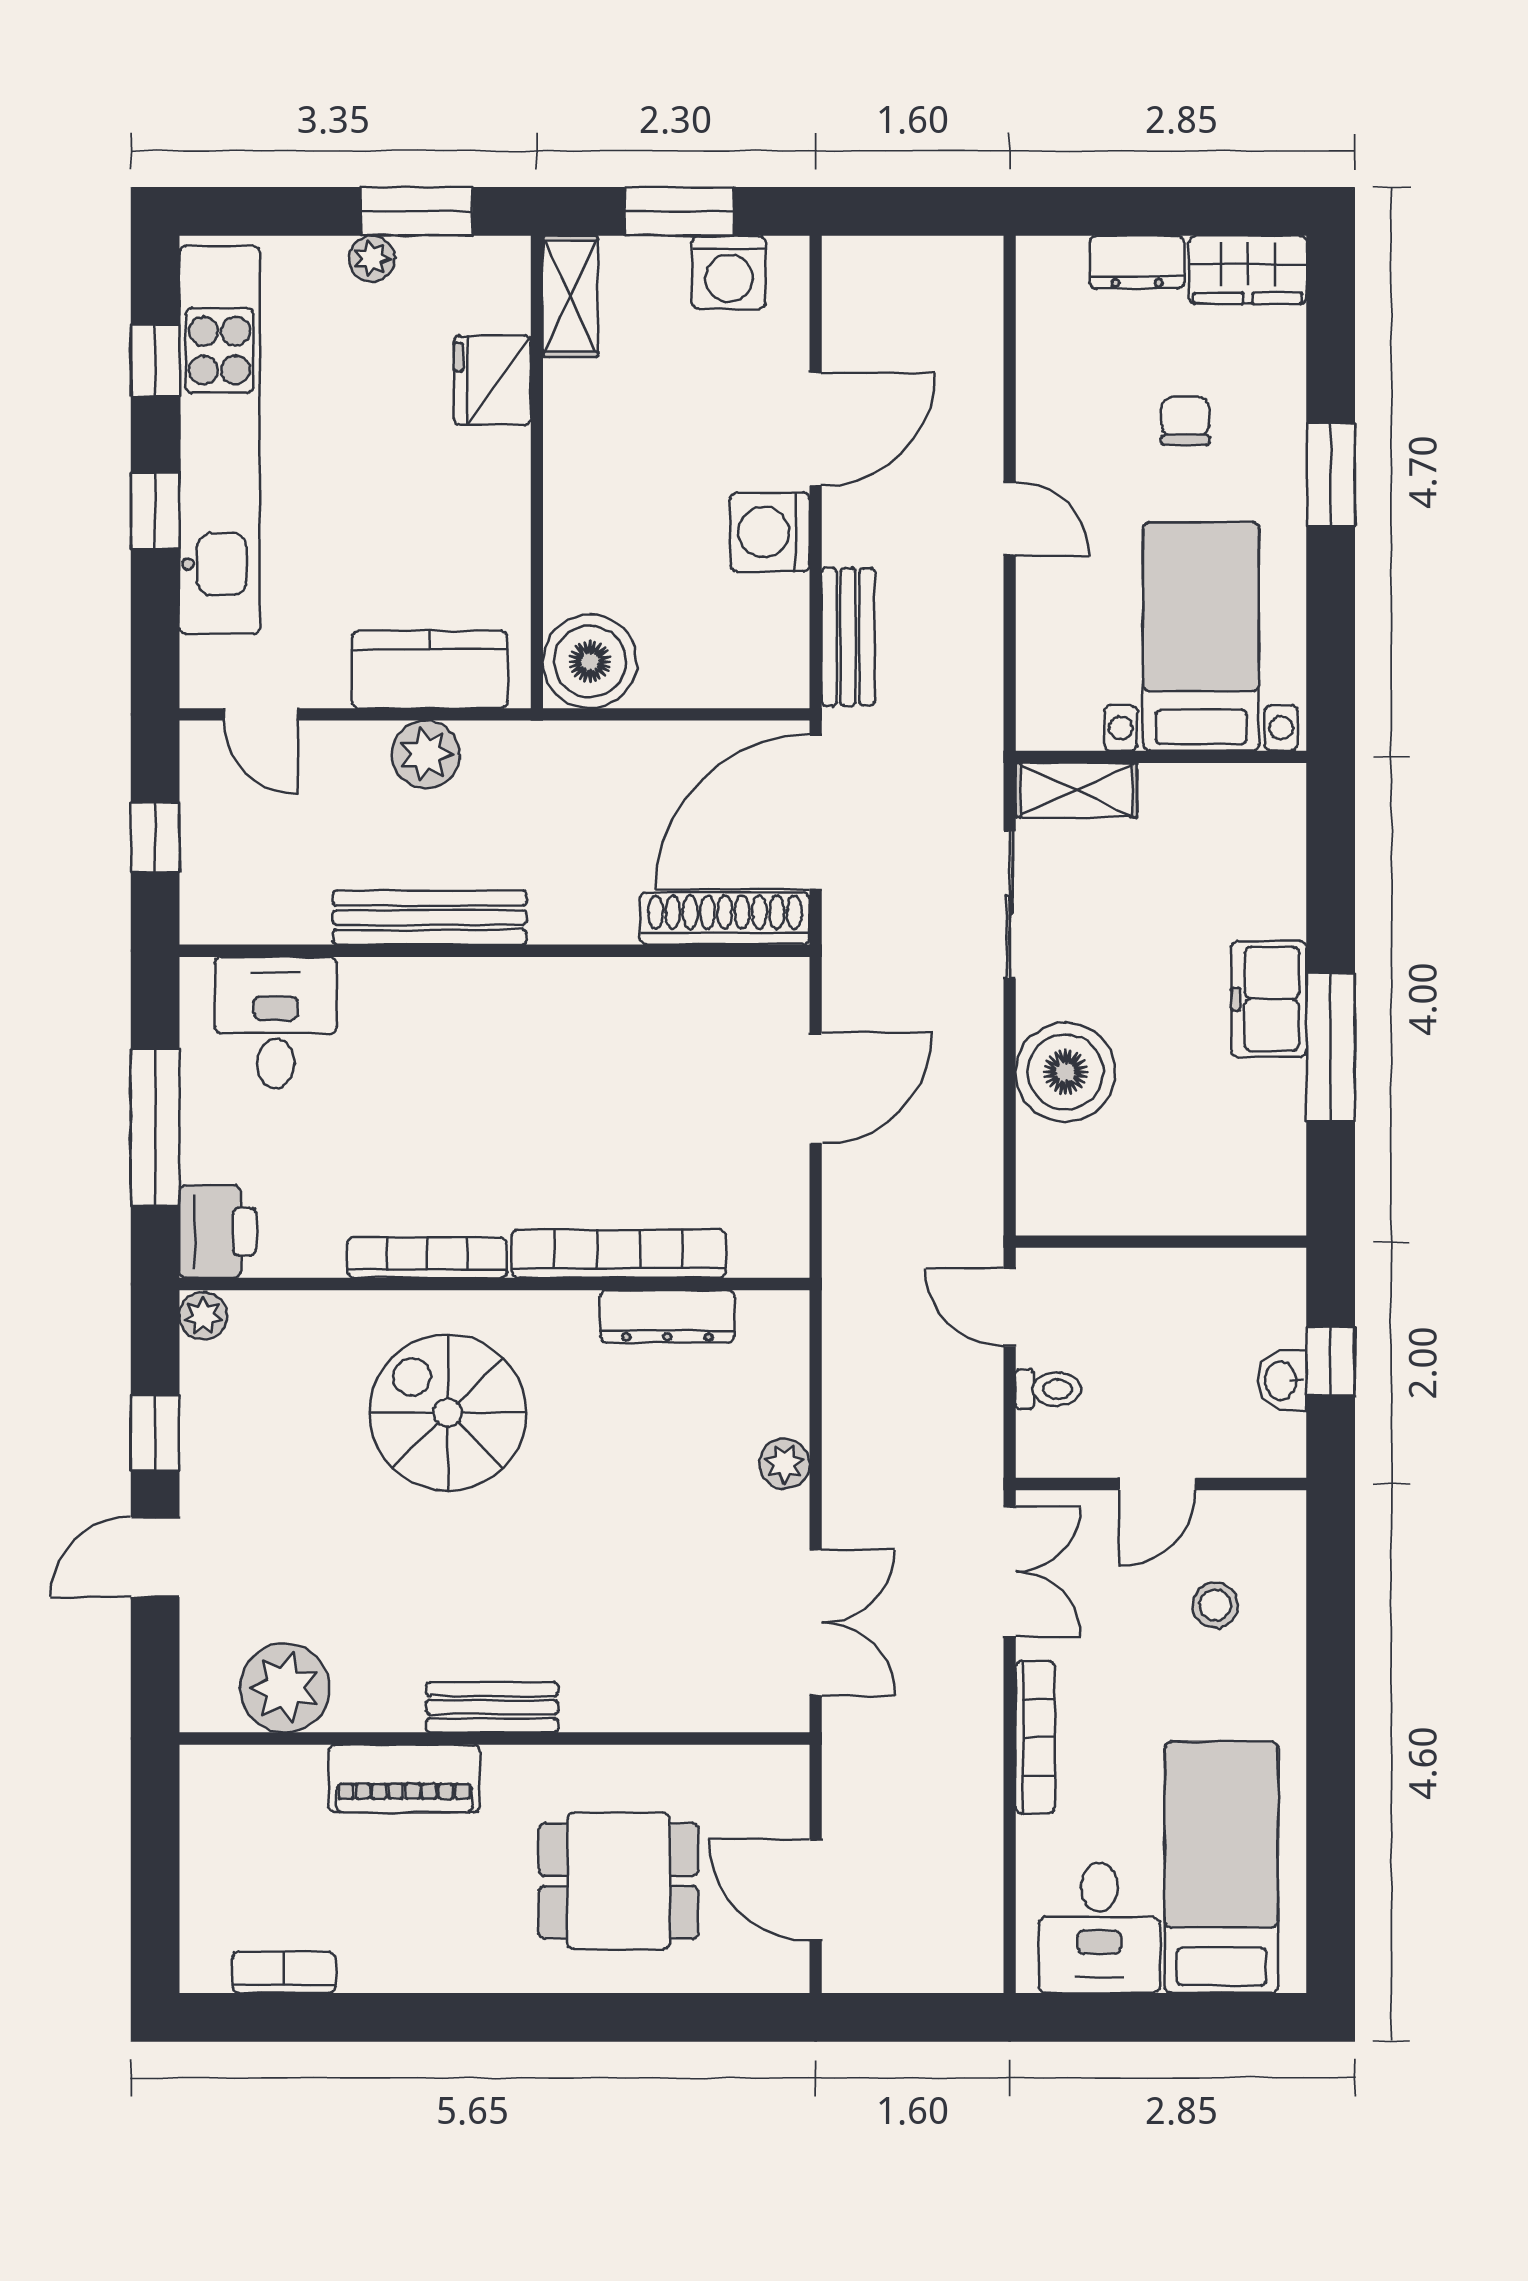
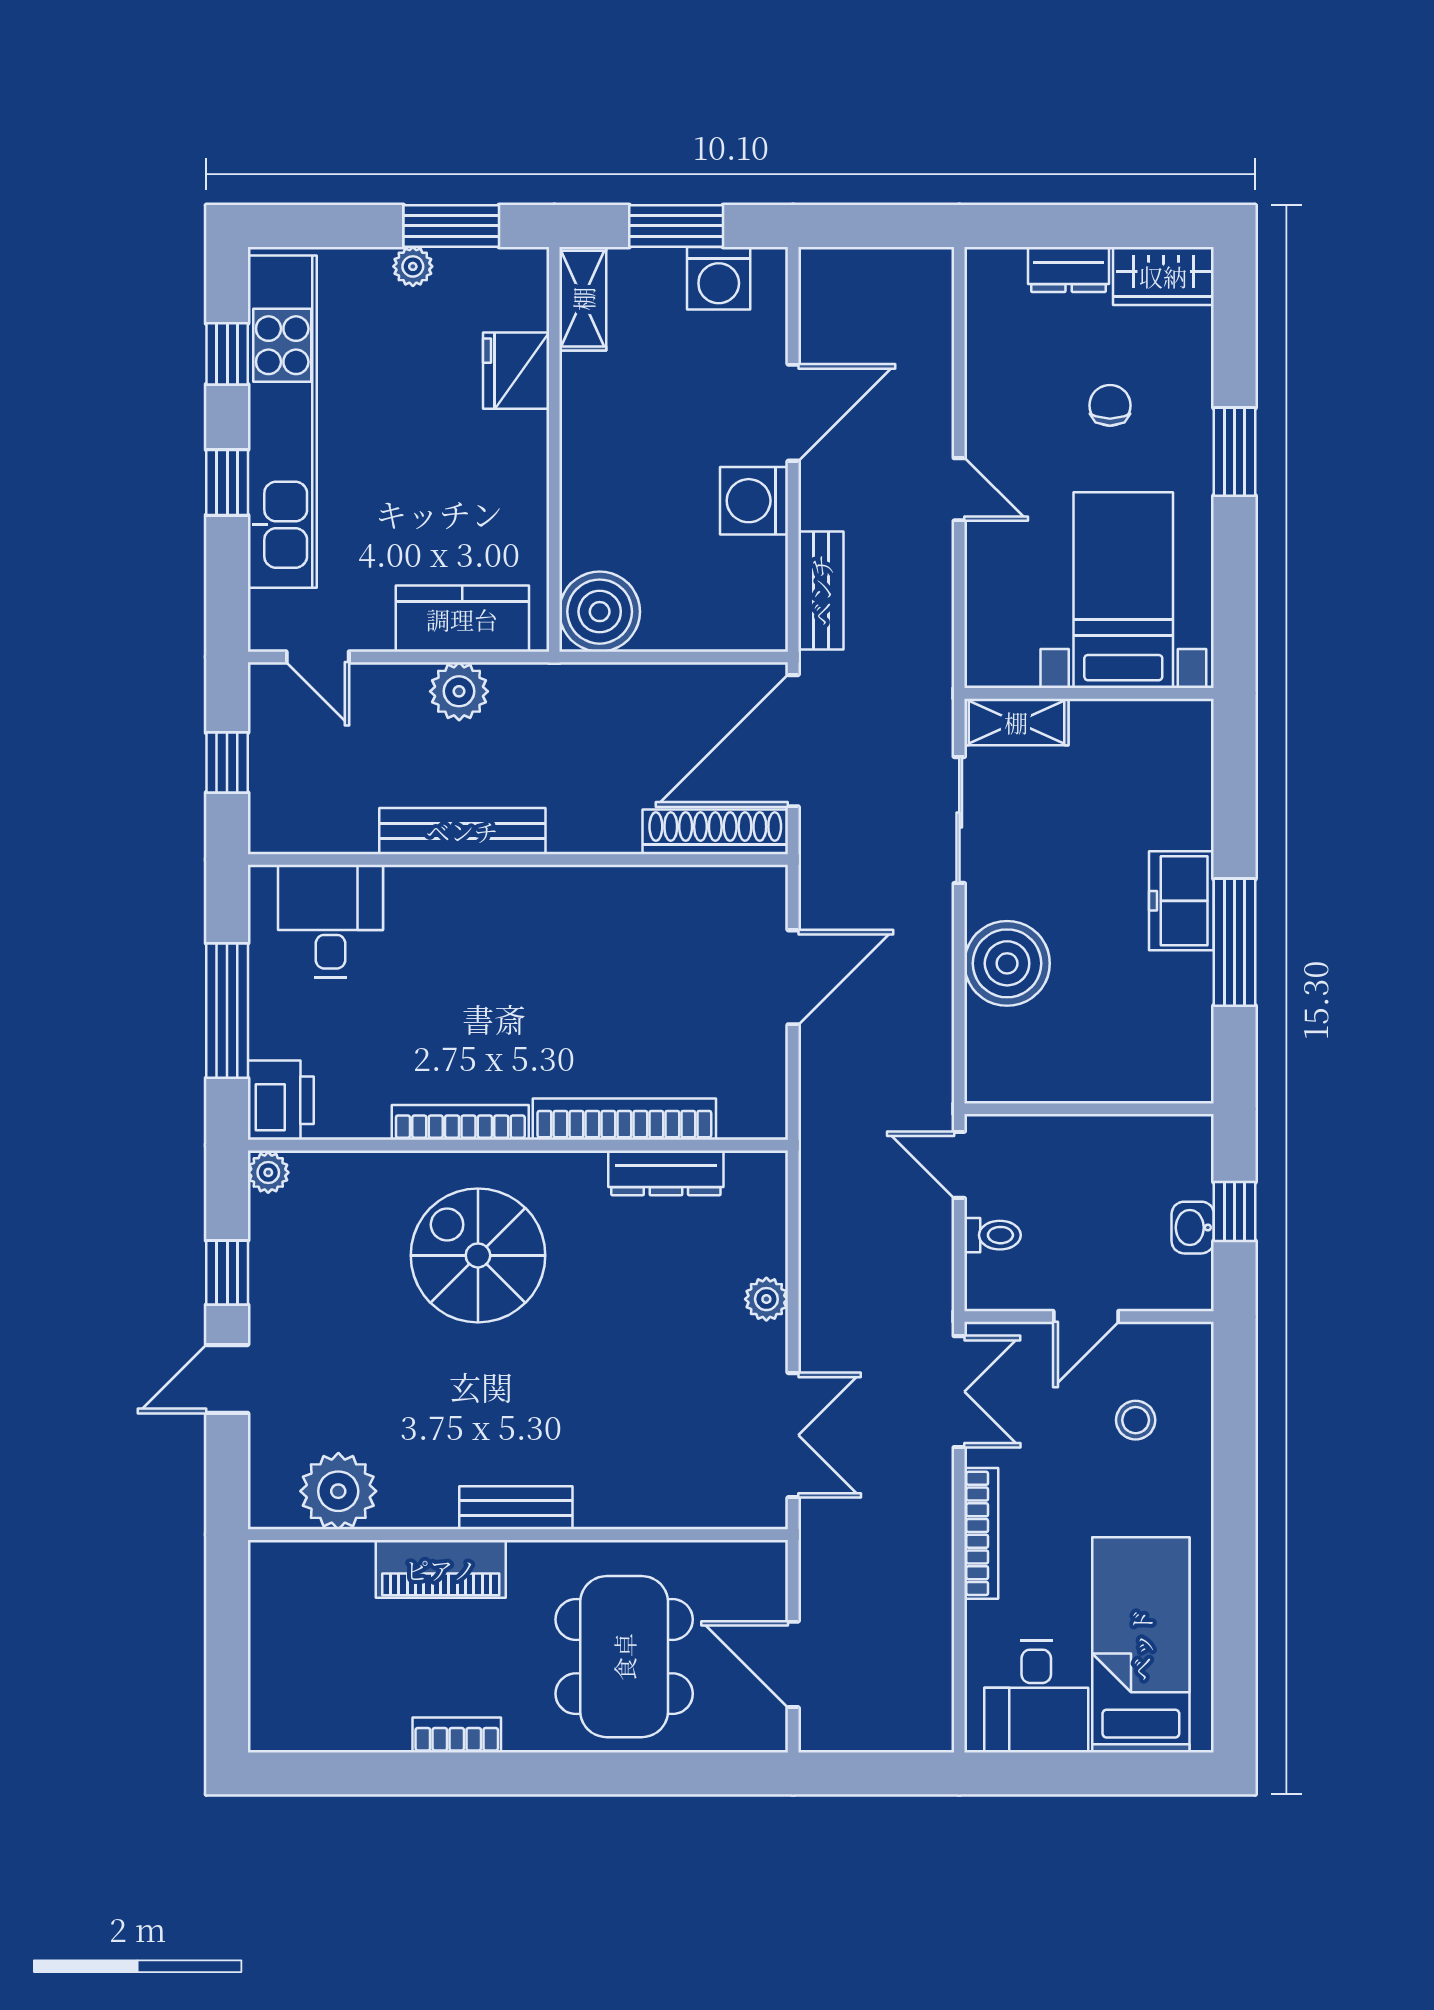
dining table: (619, 1881) -> (624, 1657), width x1.38
bookcase: (284, 1972) -> (457, 1735), moved

